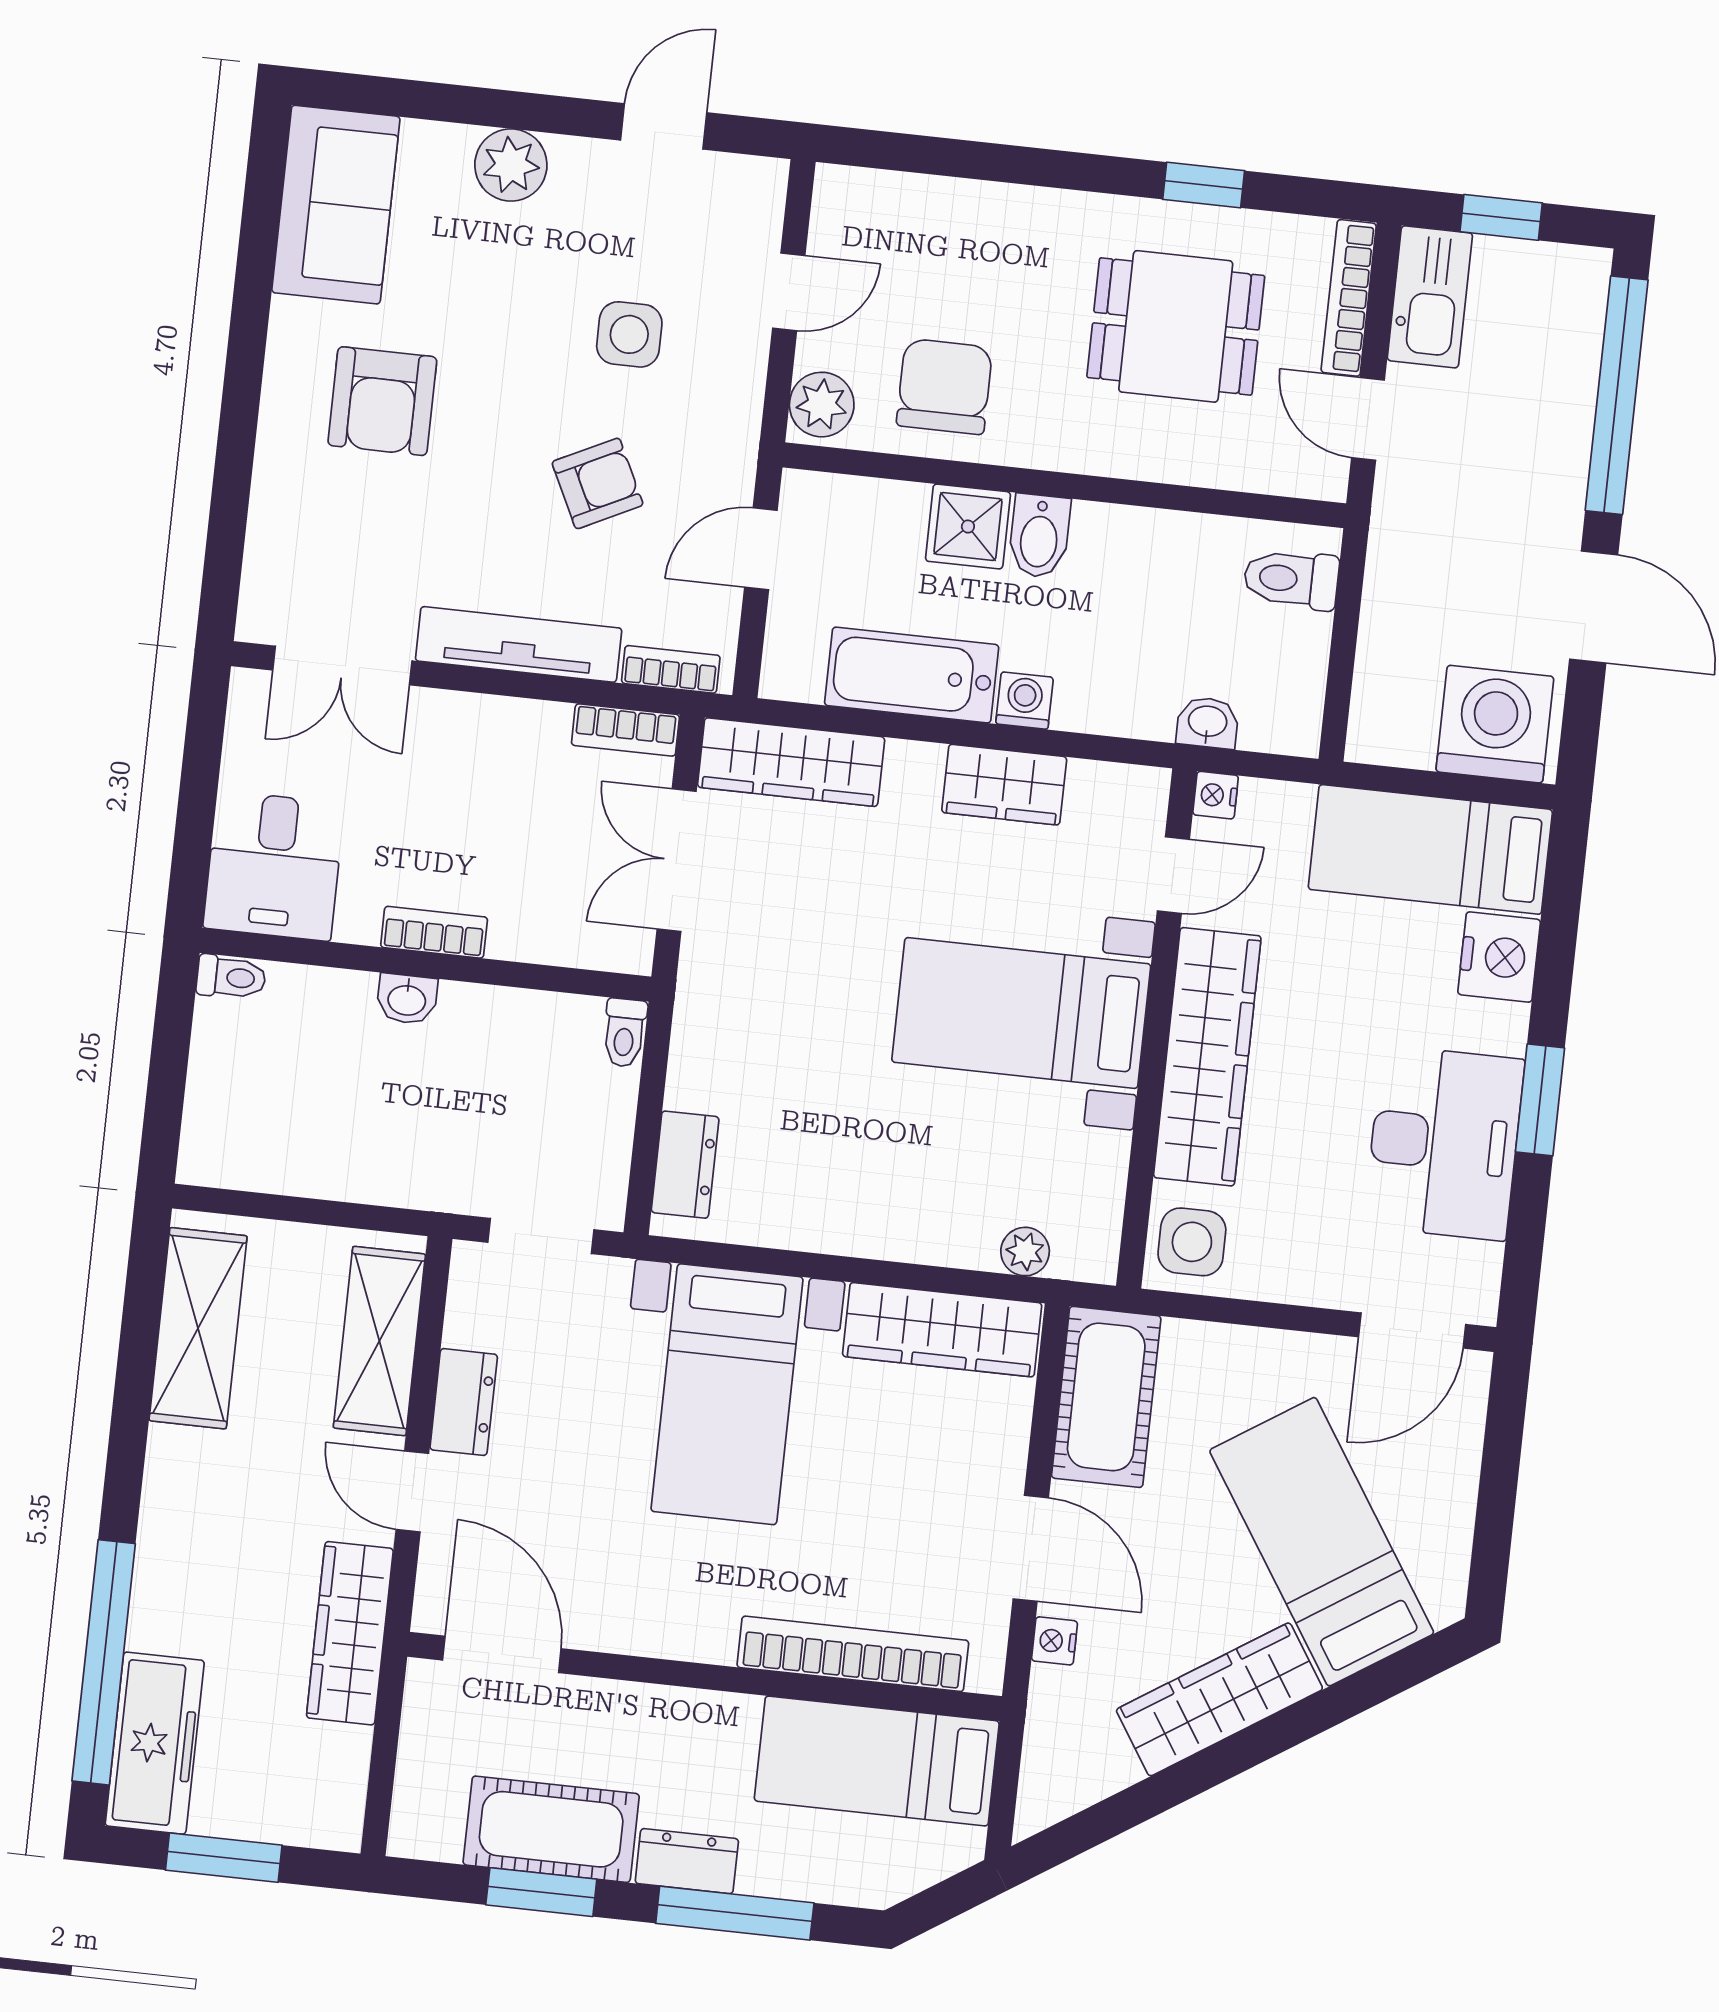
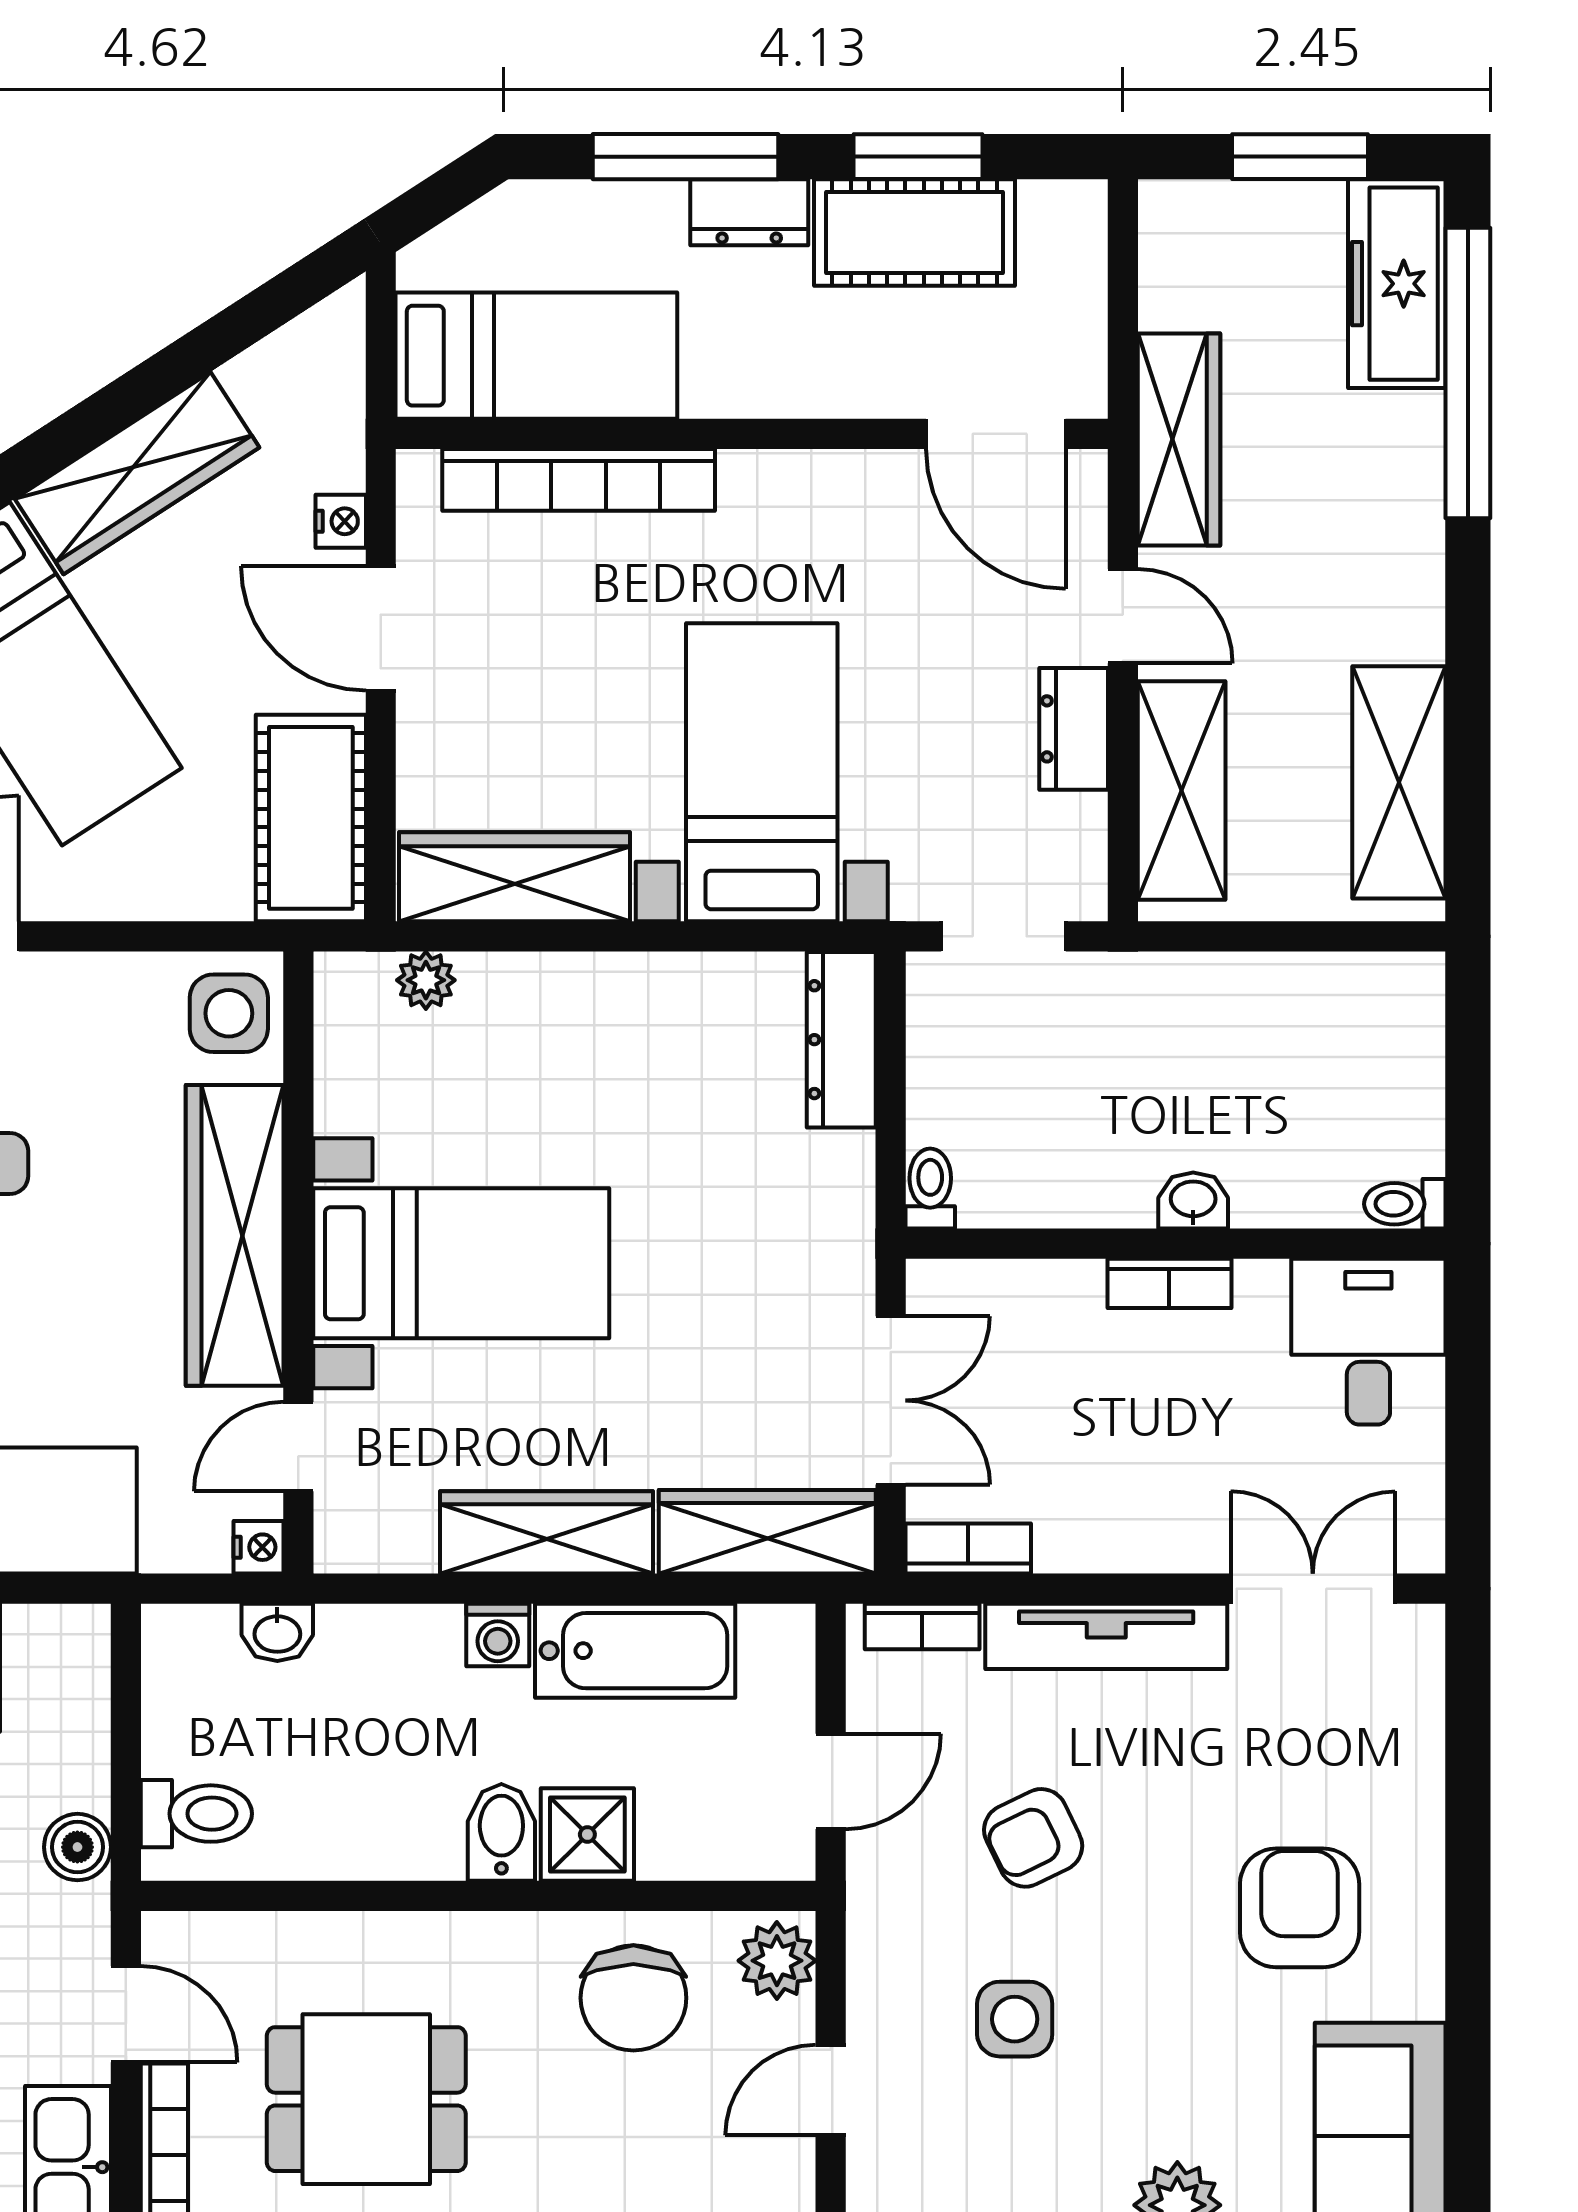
boiler: (1393, 562) -> (77, 1847), added
wardrobe: (1004, 785) -> (546, 1532), width x1.50
dresser: (685, 1165) -> (841, 1040), width x1.44

